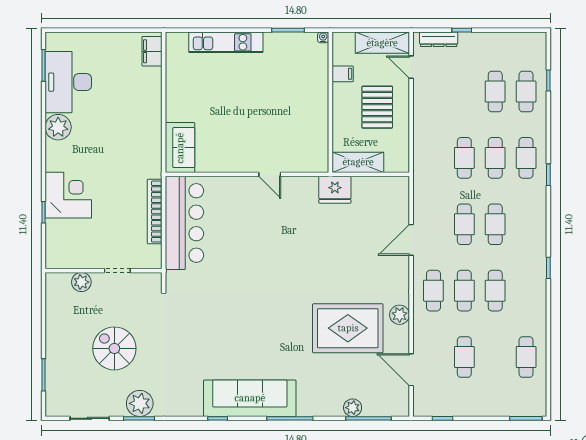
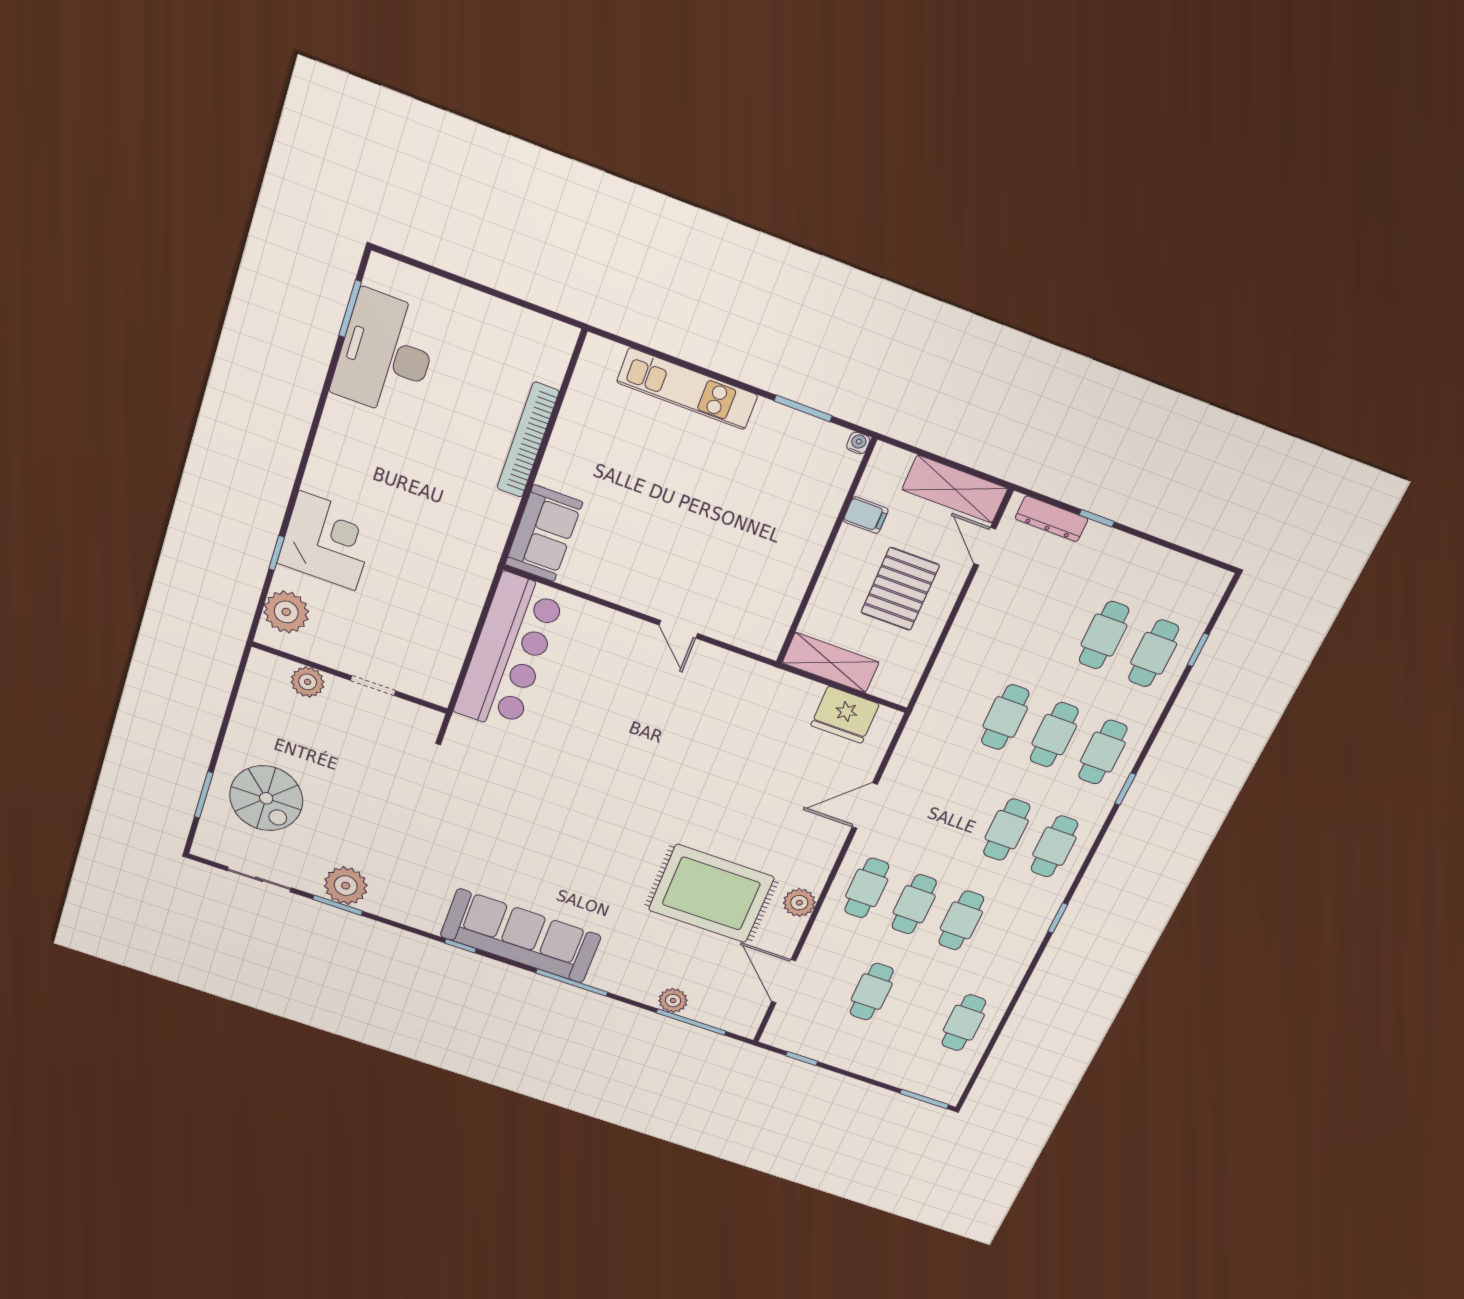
filing cabinet: (152, 51) -> (552, 356), removed
plant: (58, 127) -> (286, 612), moved
fridge: (335, 190) -> (845, 715), moved
bookcase: (155, 212) -> (528, 440), moved
cafe table: (464, 224) -> (1054, 846), moved
spiral stairs: (114, 348) -> (266, 798), moved, turned 180

